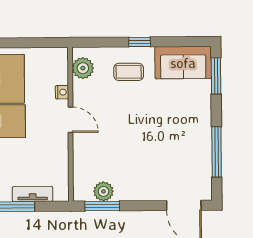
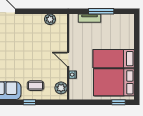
window: (102, 206) -> (51, 11), removed

